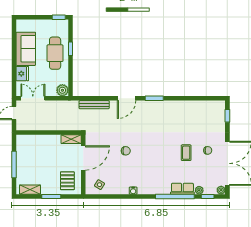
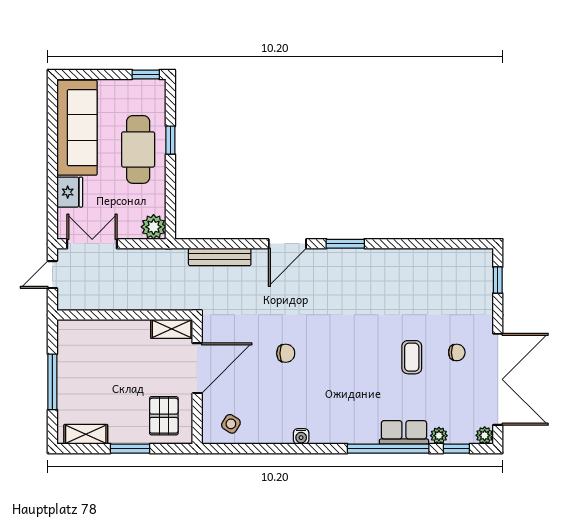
sofa: (26, 49) -> (77, 128), width x1.36

